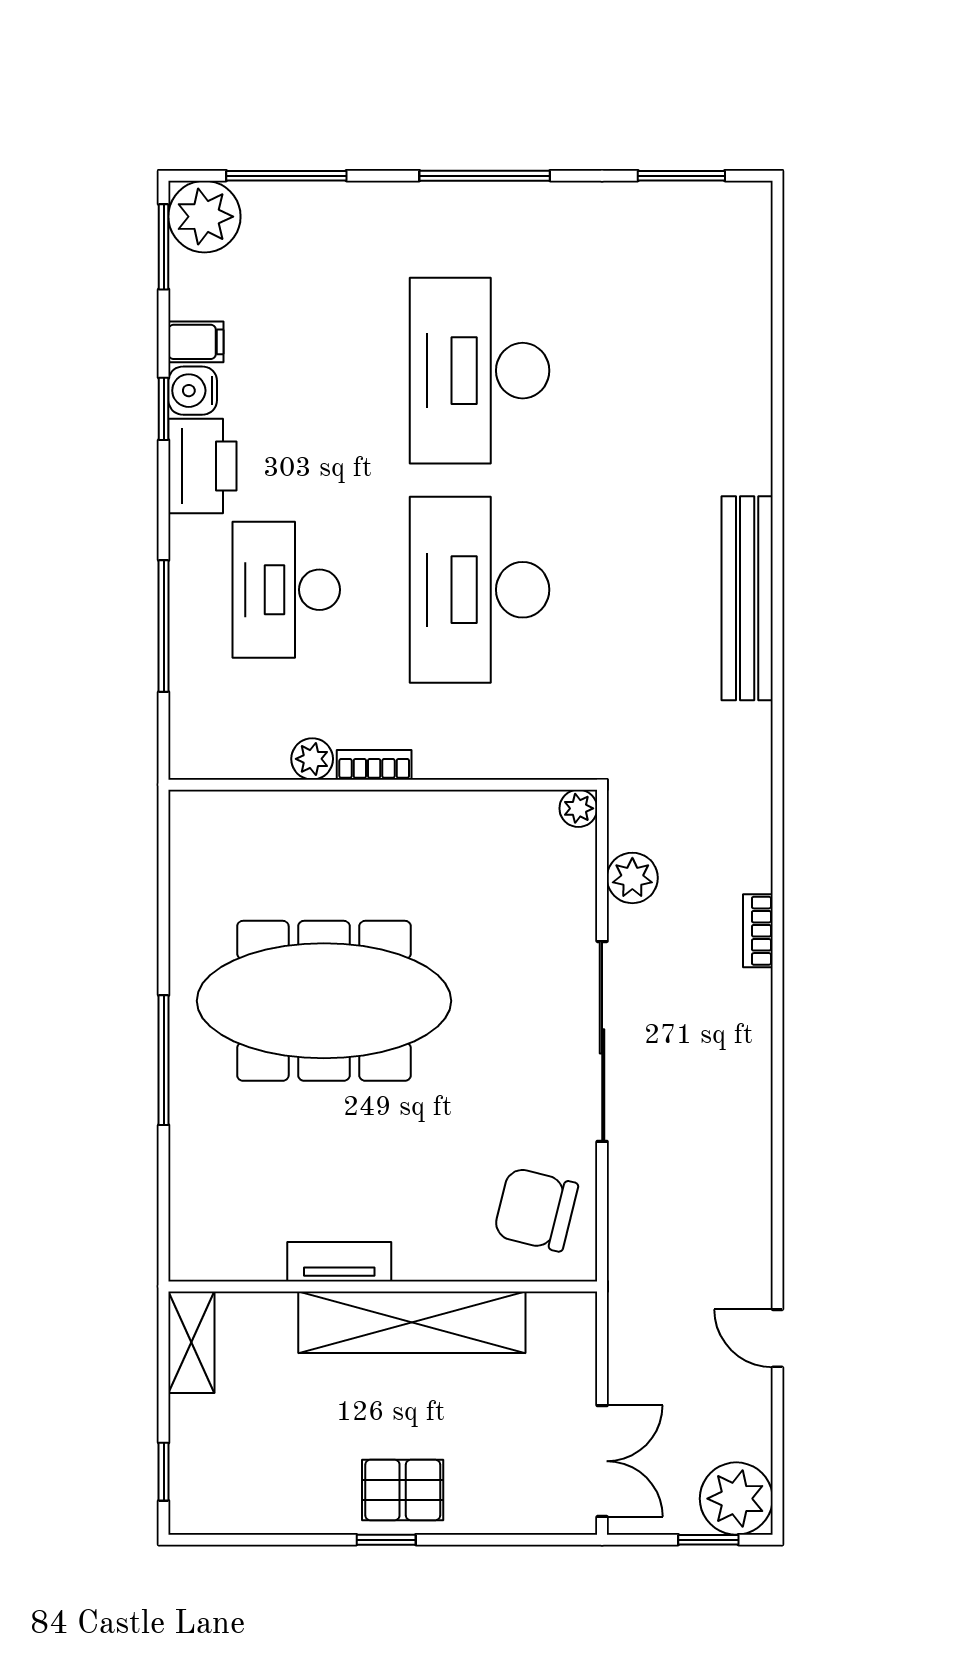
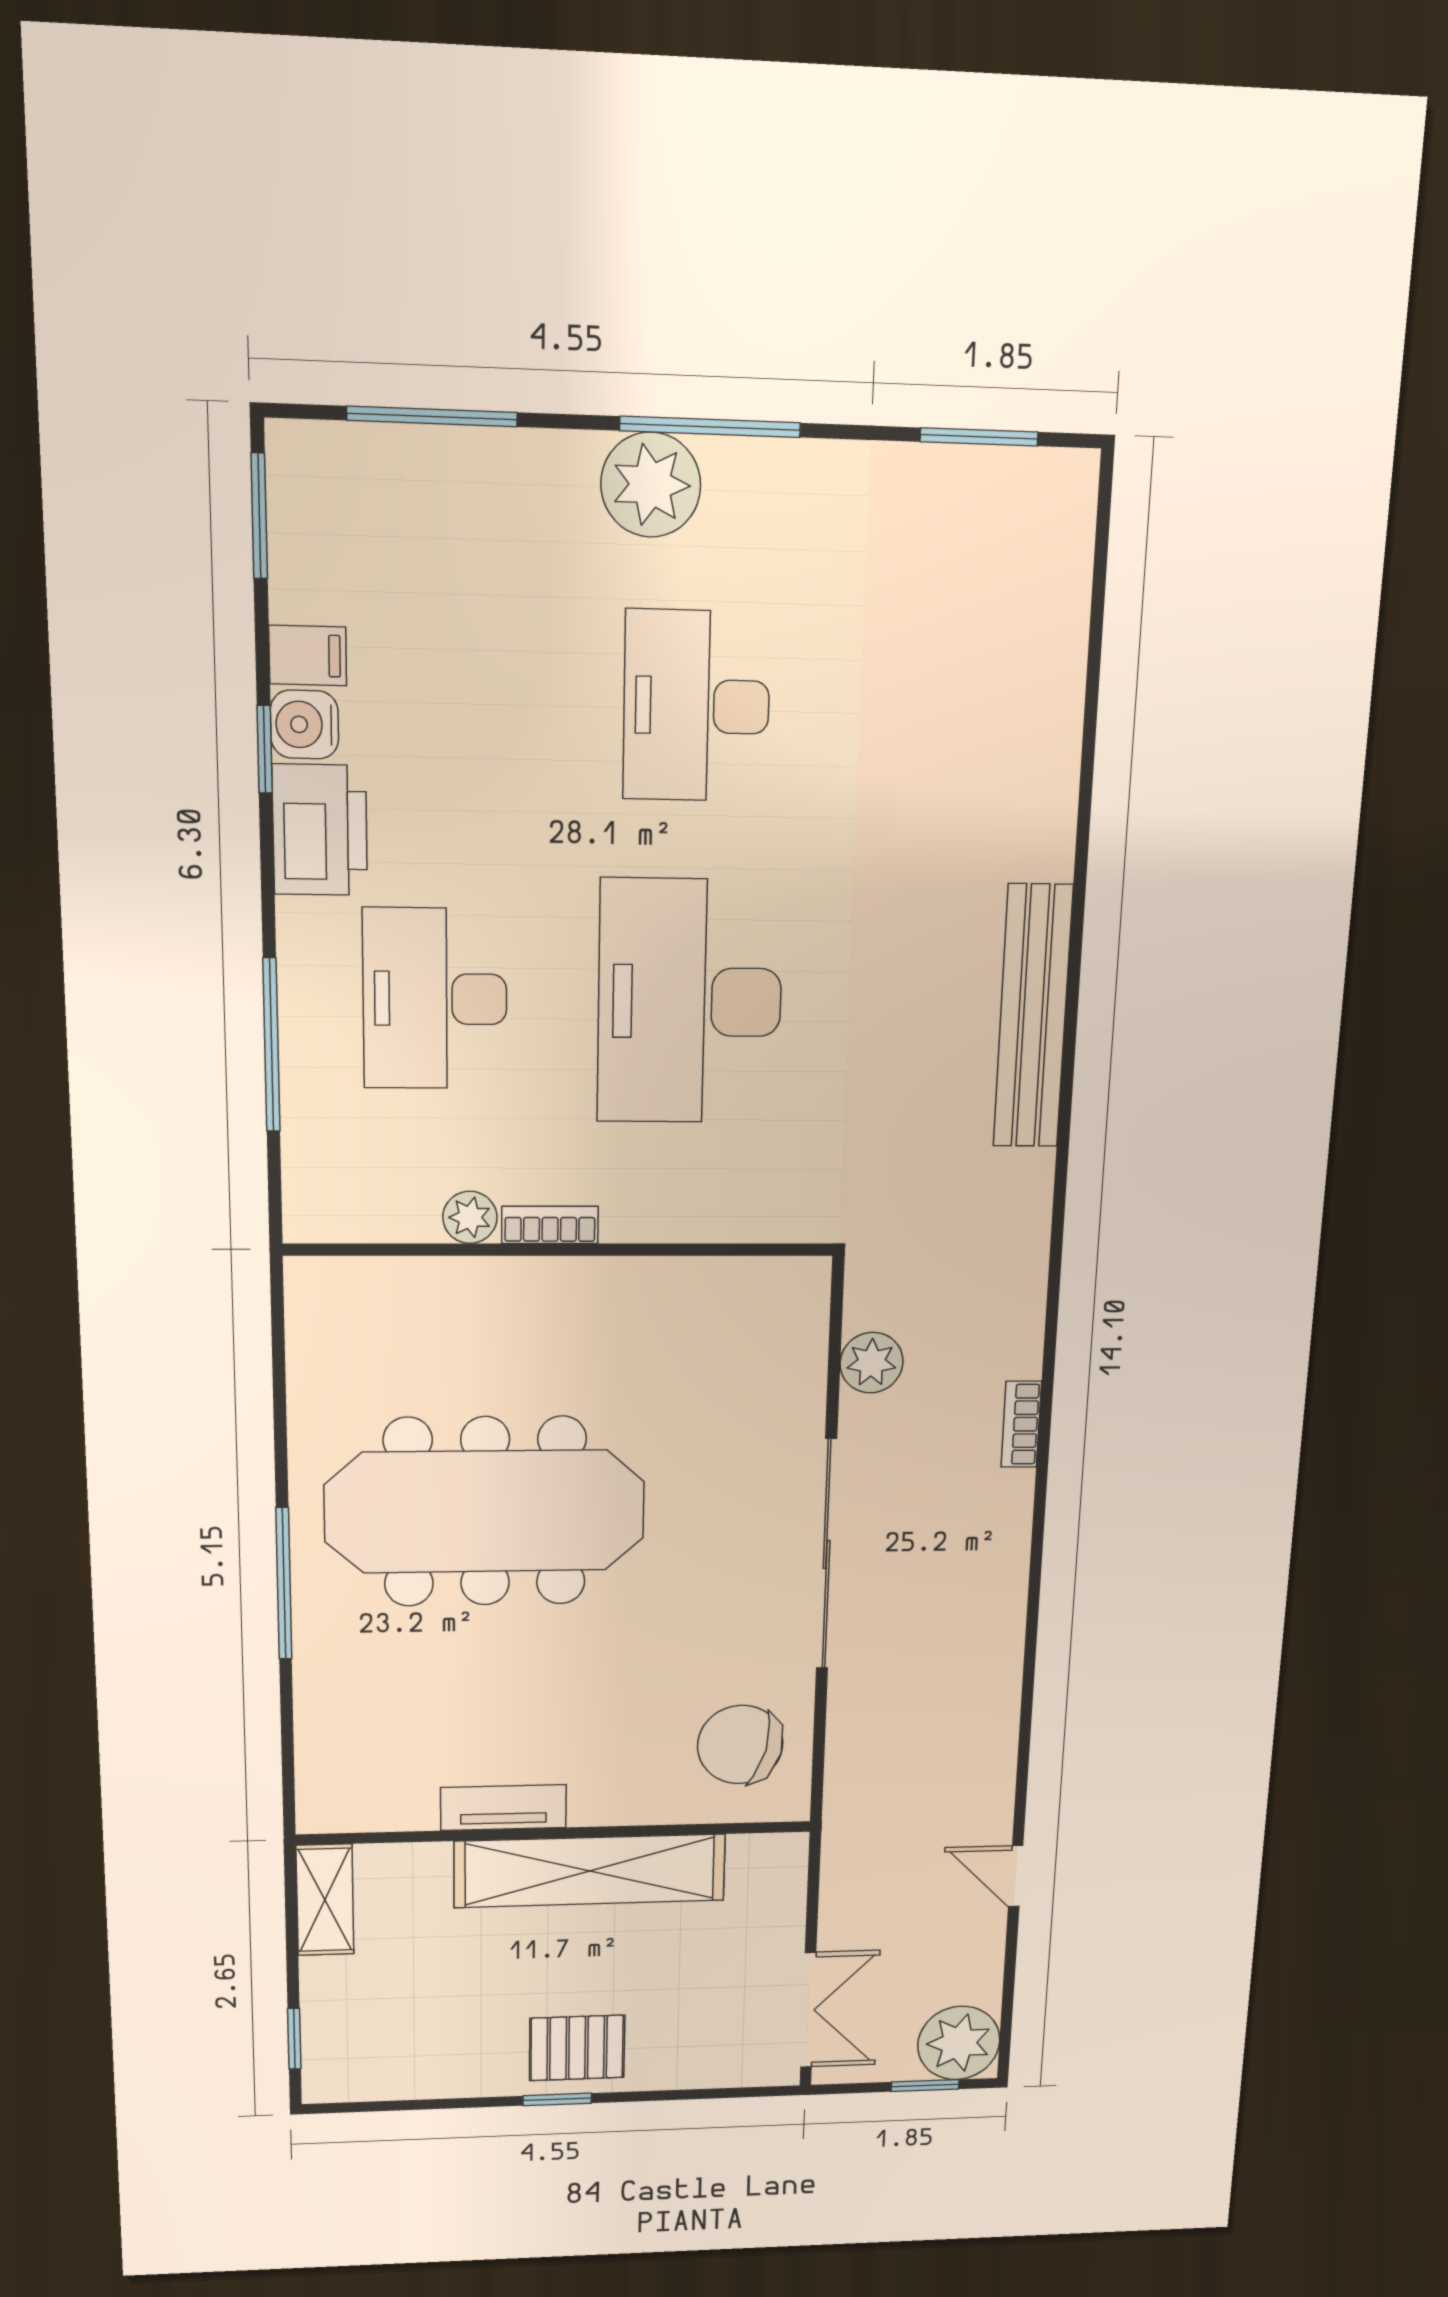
plant: (204, 217) -> (651, 485), moved
desk: (479, 371) -> (697, 706), width x0.73, depth x0.77
plant: (578, 808) -> (808, 1279), removed

